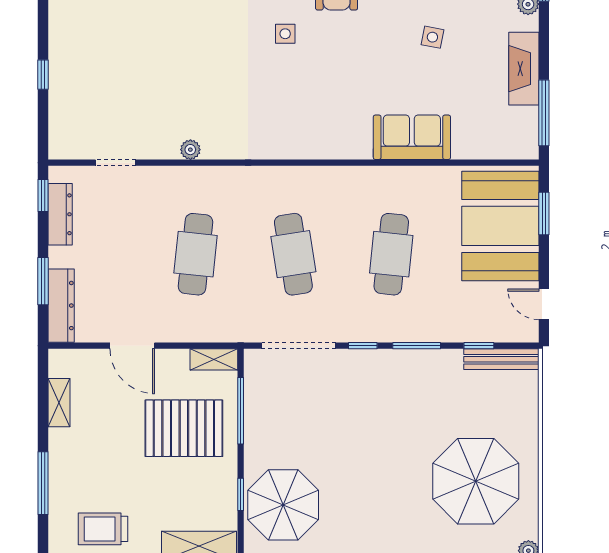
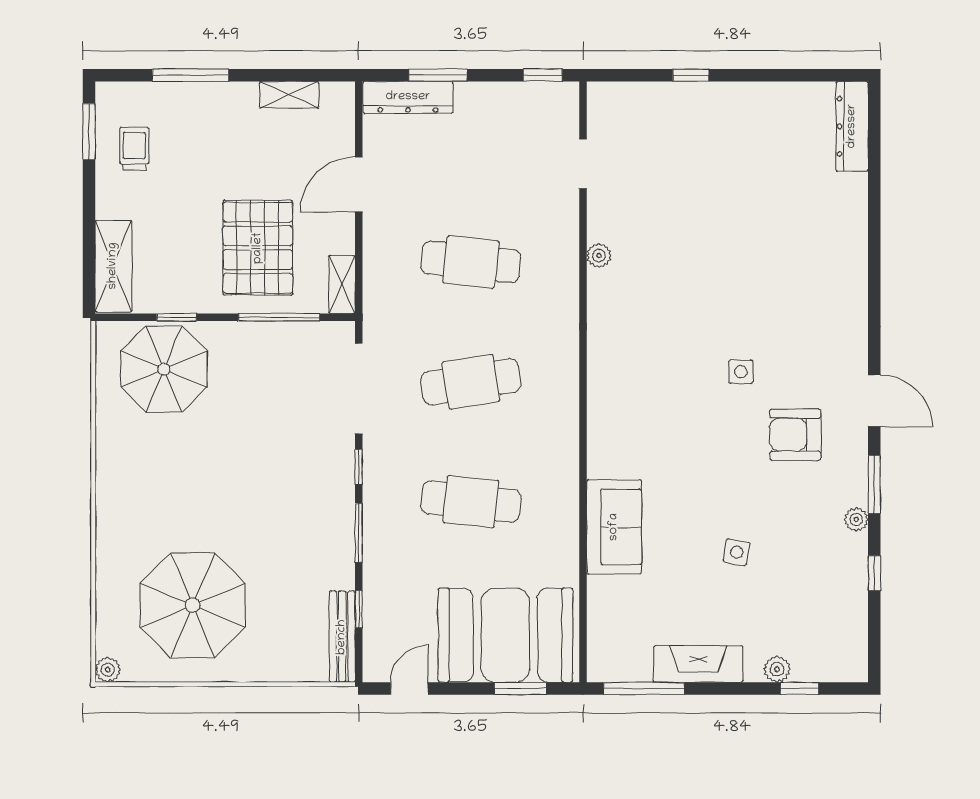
dresser: (60, 214) -> (520, 96), removed
trolley: (103, 529) -> (134, 149), width x0.73, depth x0.72

